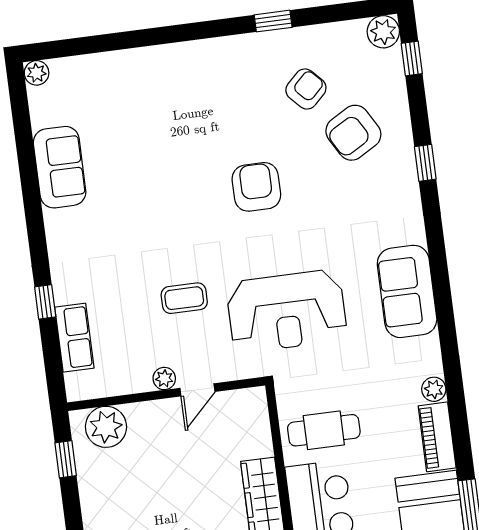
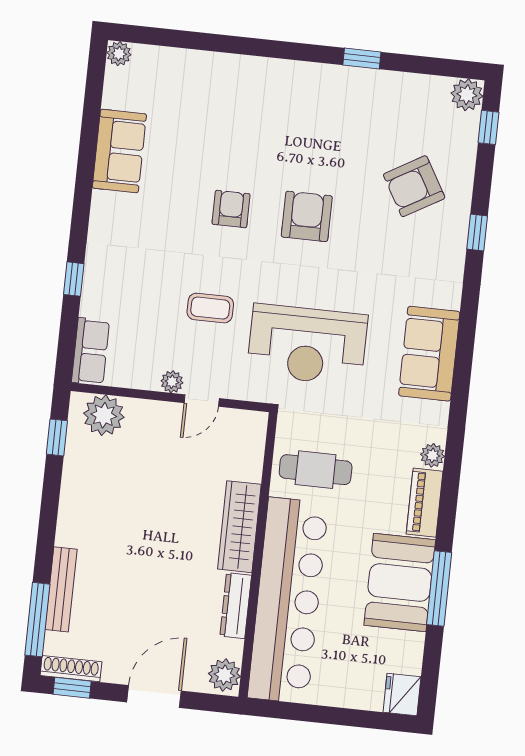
armchair: (306, 89) -> (231, 209), moved, turned -46
row of seats: (74, 338) -> (91, 351), moved

